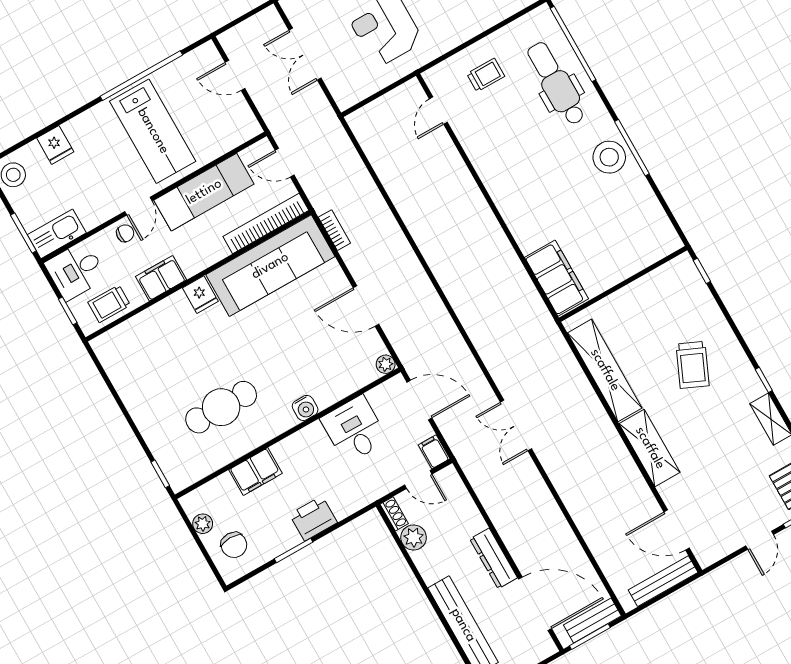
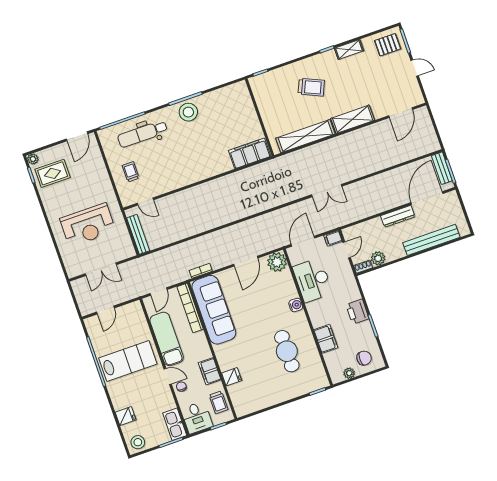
fridge: (200, 295) -> (232, 377), moved
plant: (386, 364) -> (277, 262), width x1.88, depth x1.88
desk: (354, 429) -> (313, 280), width x1.37
bench: (663, 581) -> (138, 234), moved

